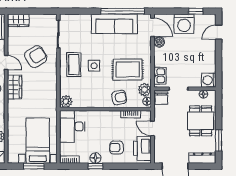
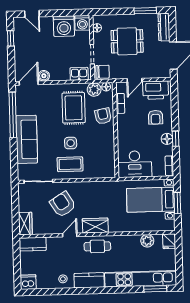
sofa: (114, 24) -> (27, 139), moved
washing machine: (184, 24) -> (64, 26), moved, turned 90
plant: (66, 101) -> (109, 171), removed
dining table: (201, 121) -> (127, 41), moved

